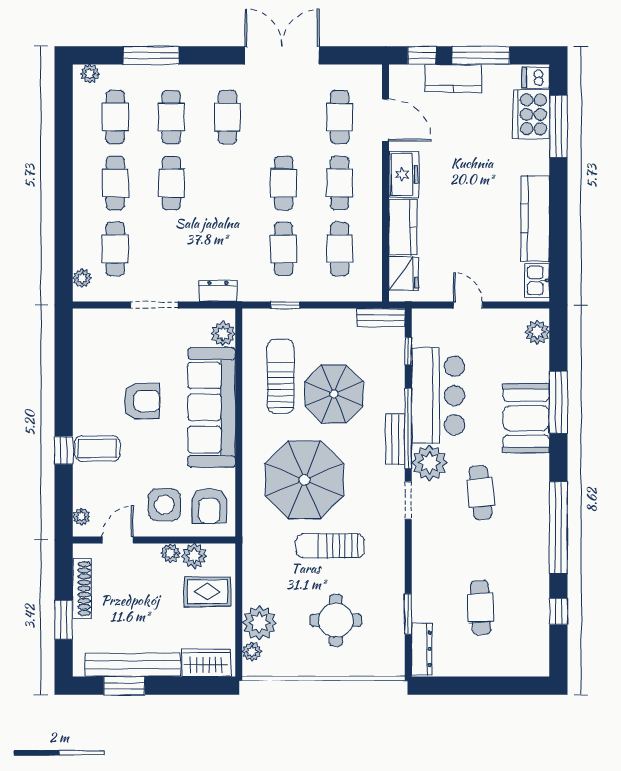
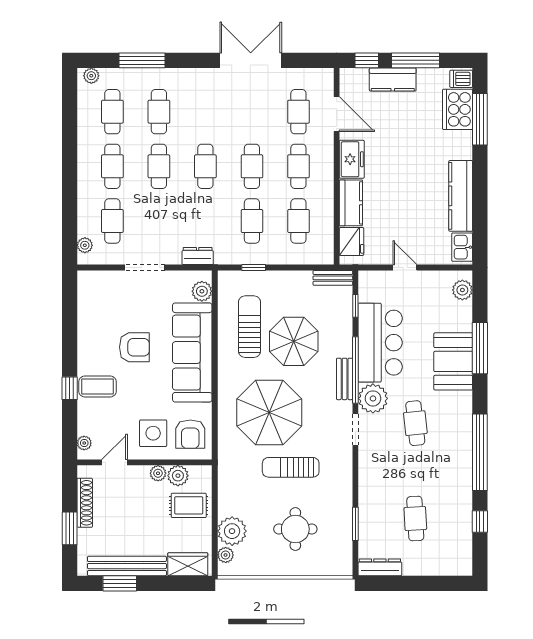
cafe table: (227, 117) -> (205, 166), moved
dresser: (422, 649) -> (380, 567), moved, turned -90

